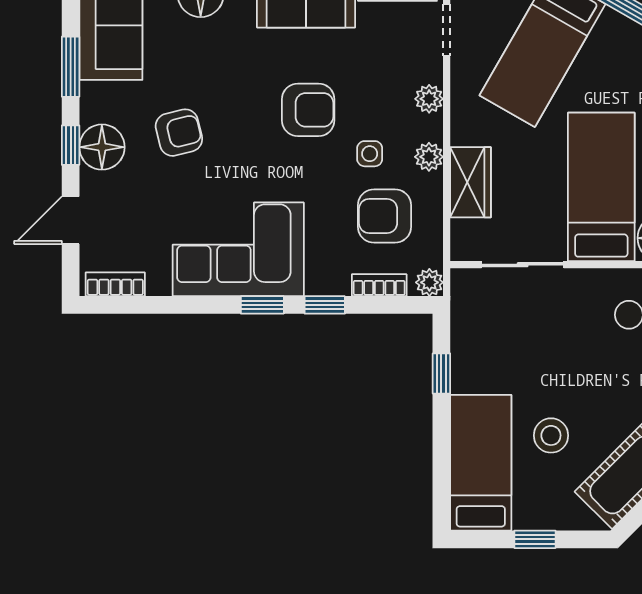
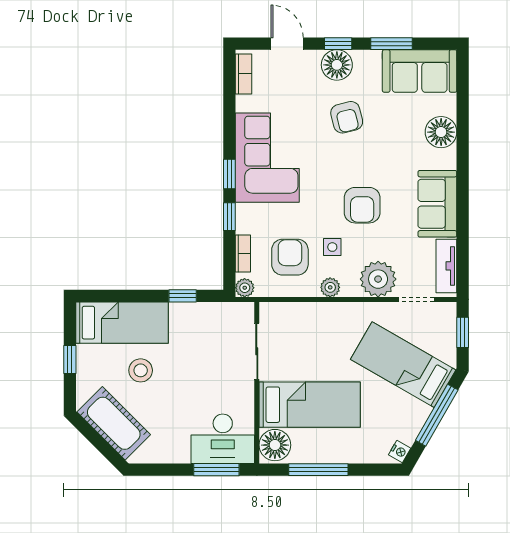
plant: (429, 99) -> (378, 279), width x1.88, depth x1.88
wardrobe: (471, 182) -> (313, 316), removed

